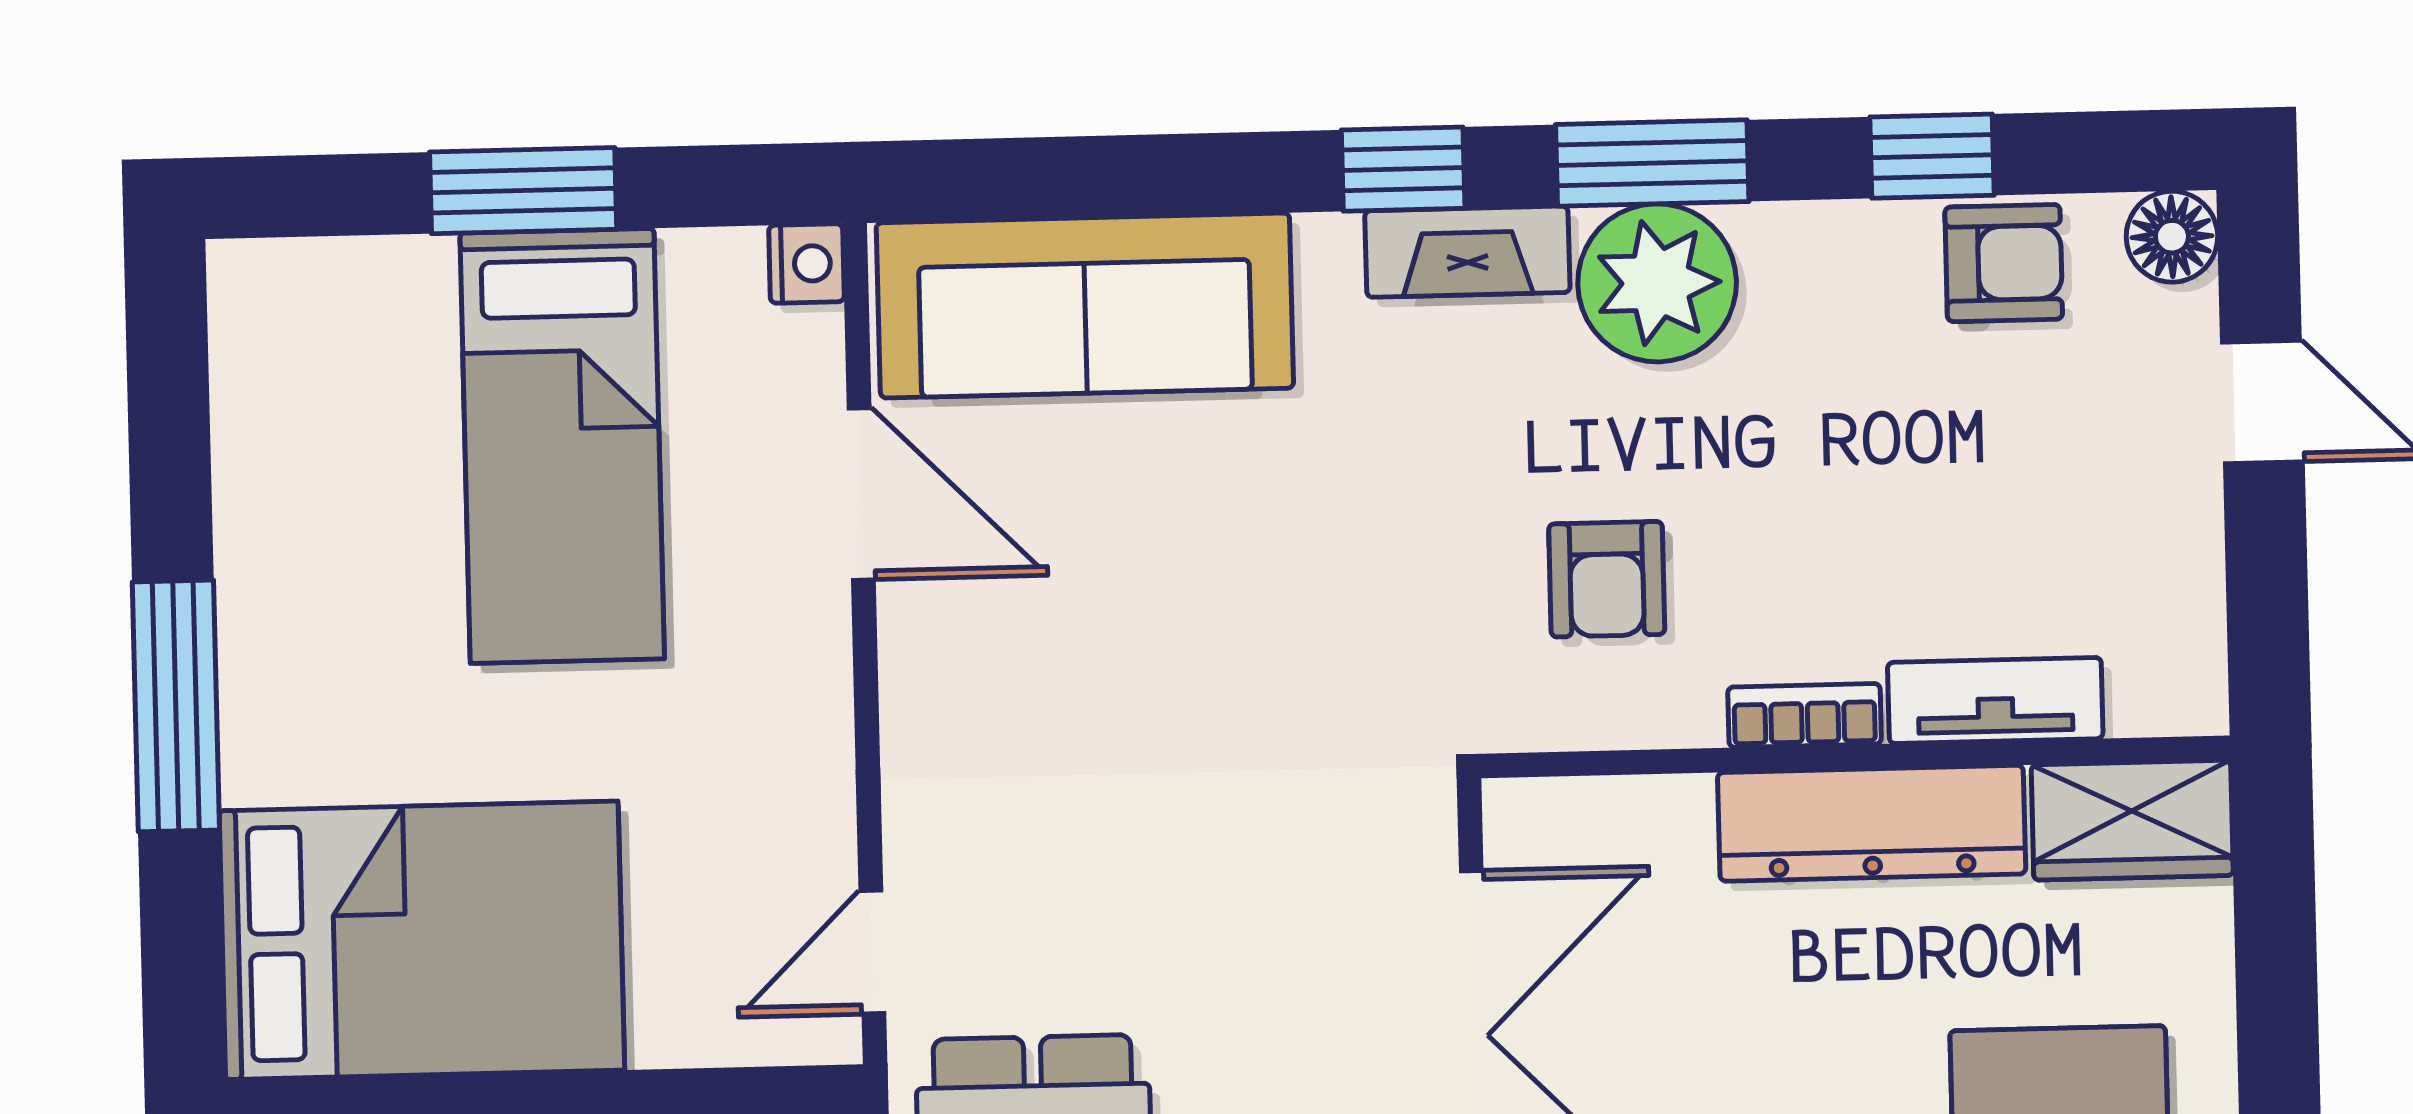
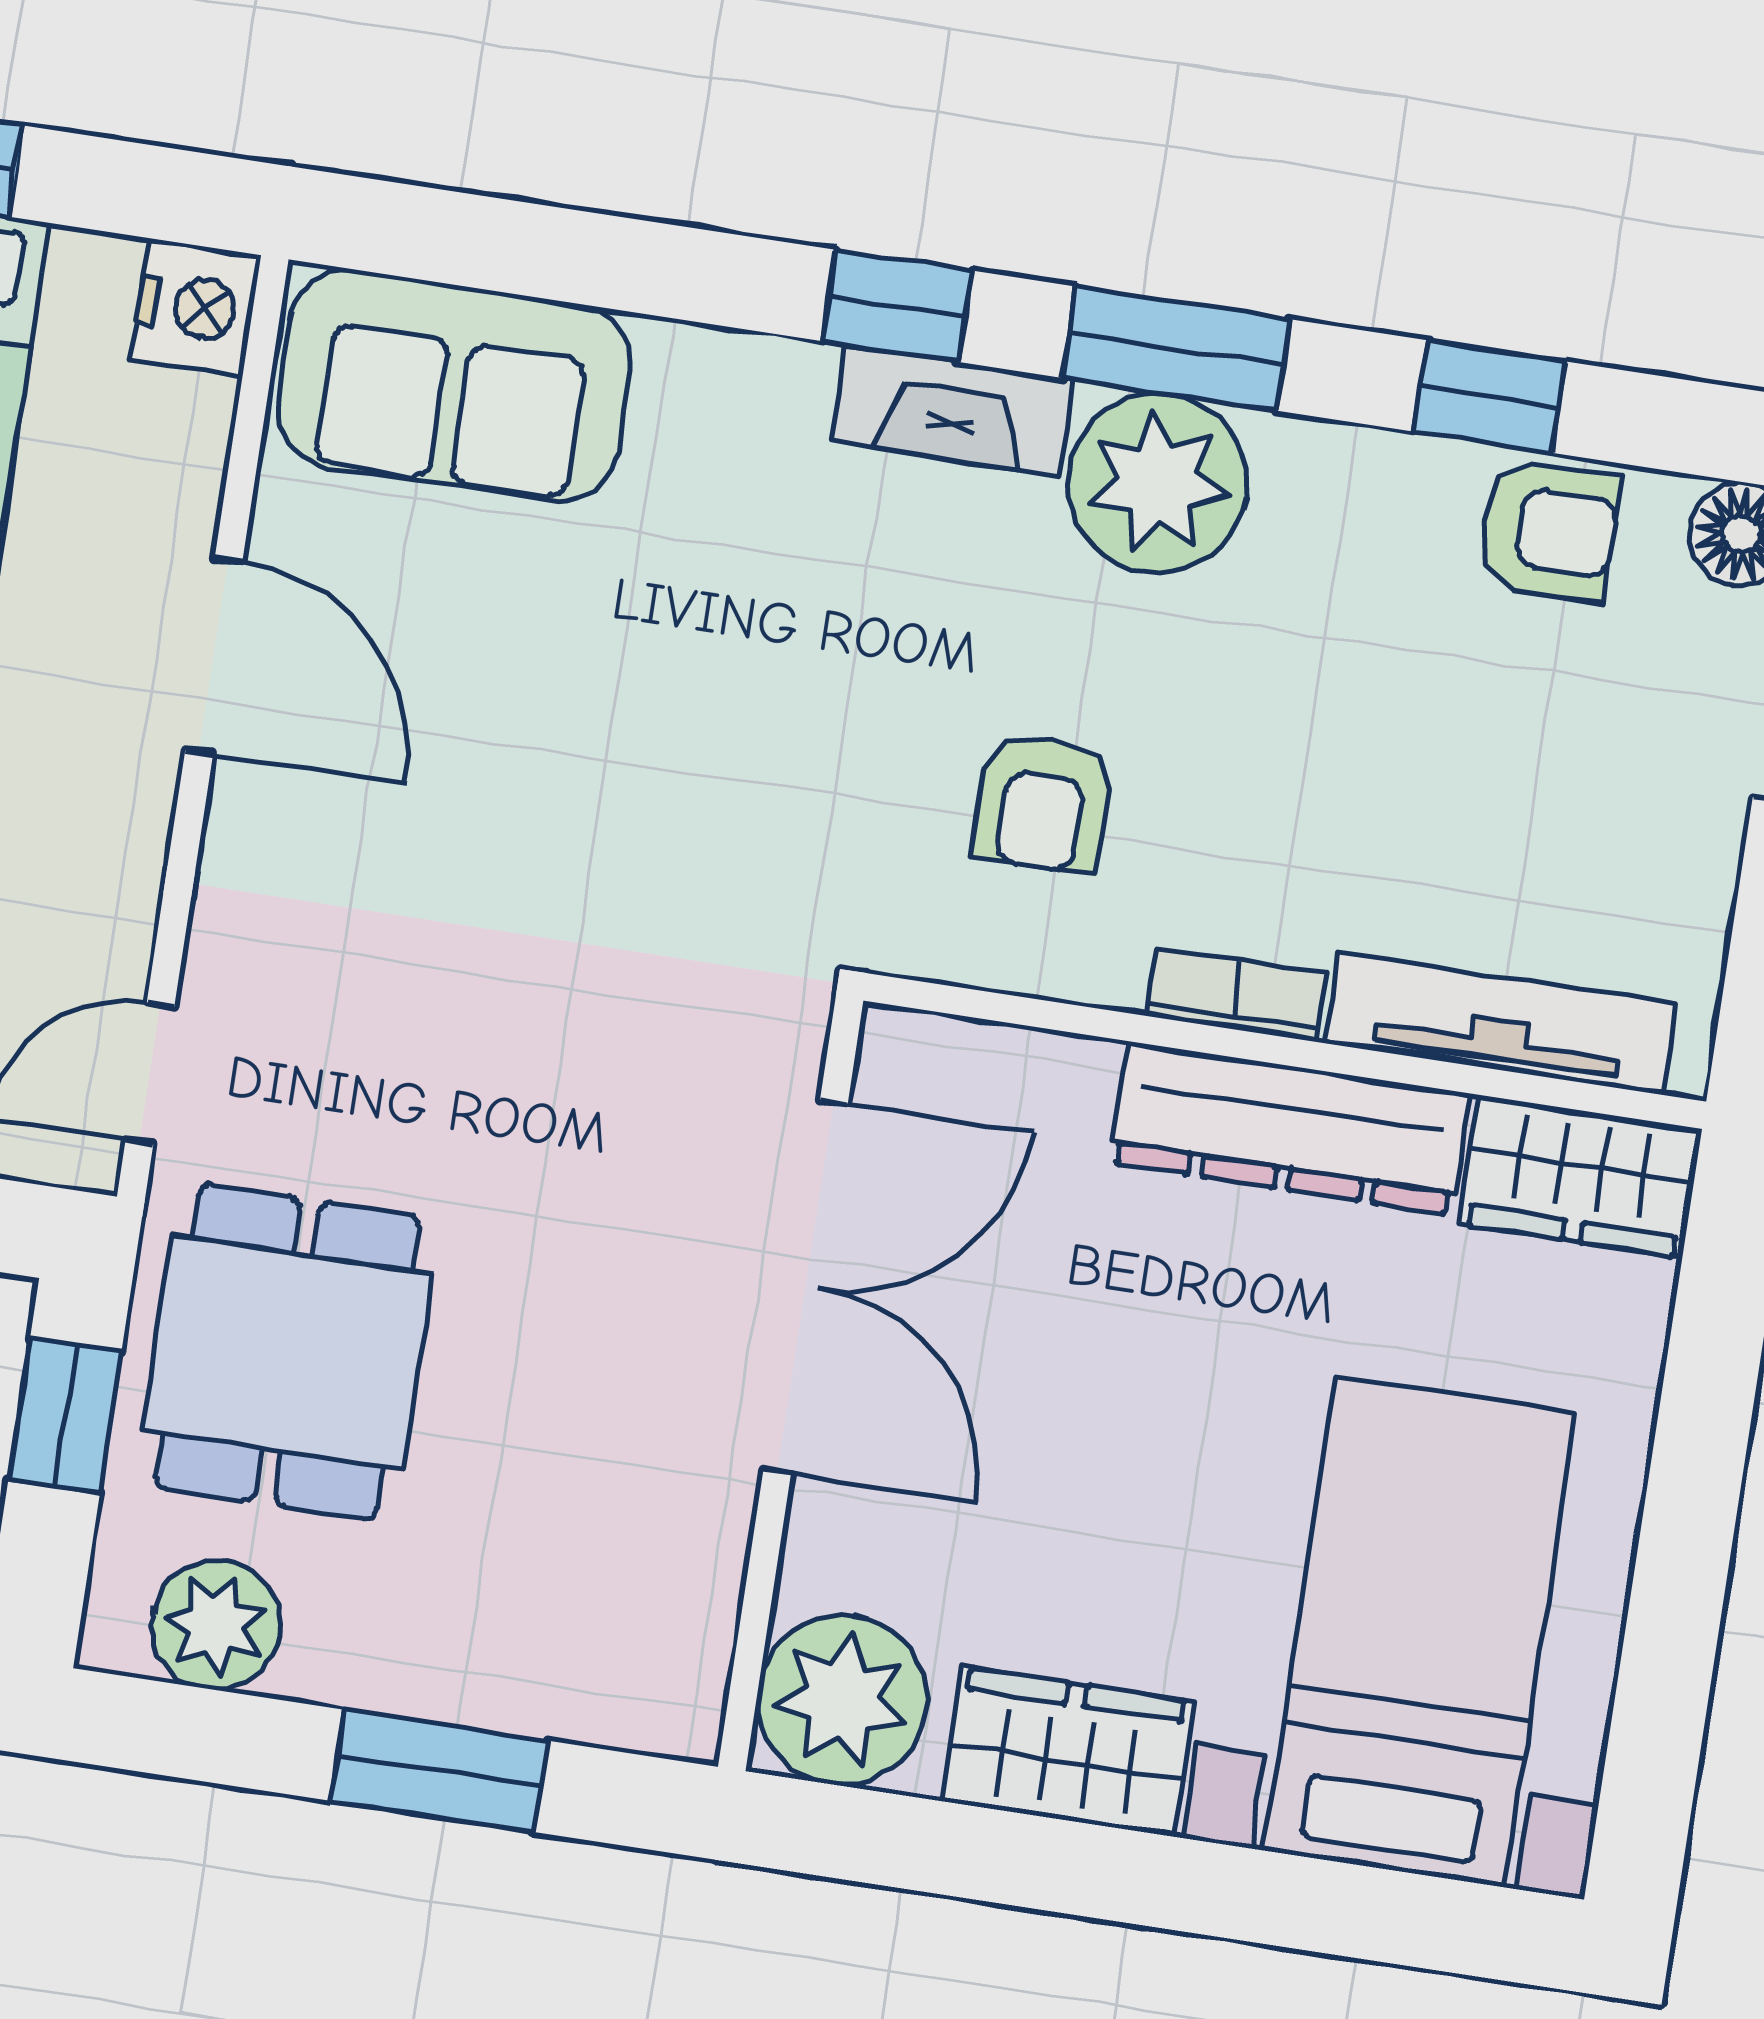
nightstand: (806, 263) -> (196, 307), width x1.39, depth x1.35
sofa: (1085, 305) -> (454, 385), width x0.73
door: (861, 494) -> (214, 656), moved
tv unit: (1995, 700) -> (1501, 1023), width x1.41

